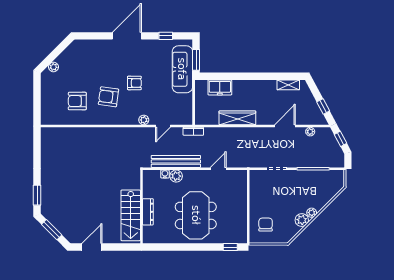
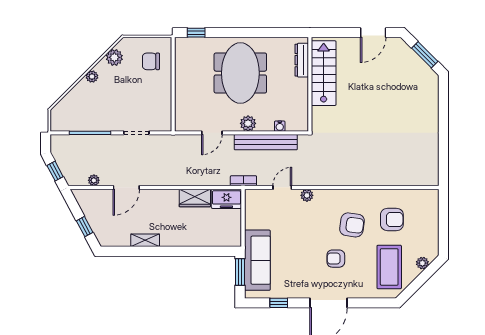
coffee table: (79, 64) -> (389, 267), added
armchair: (134, 83) -> (336, 259), moved
shelving: (288, 85) -> (145, 240), moved
freezer: (220, 87) -> (226, 199), moved, turned 180
window: (323, 106) -> (85, 227), moved
wardrobe: (237, 118) -> (195, 198), width x0.67
plant: (176, 176) -> (248, 123), moved
window: (37, 195) -> (443, 99), removed
dresser: (148, 212) -> (302, 60), moved
plant: (302, 220) -> (114, 57), moved
chair: (266, 225) -> (151, 61), turned 90

